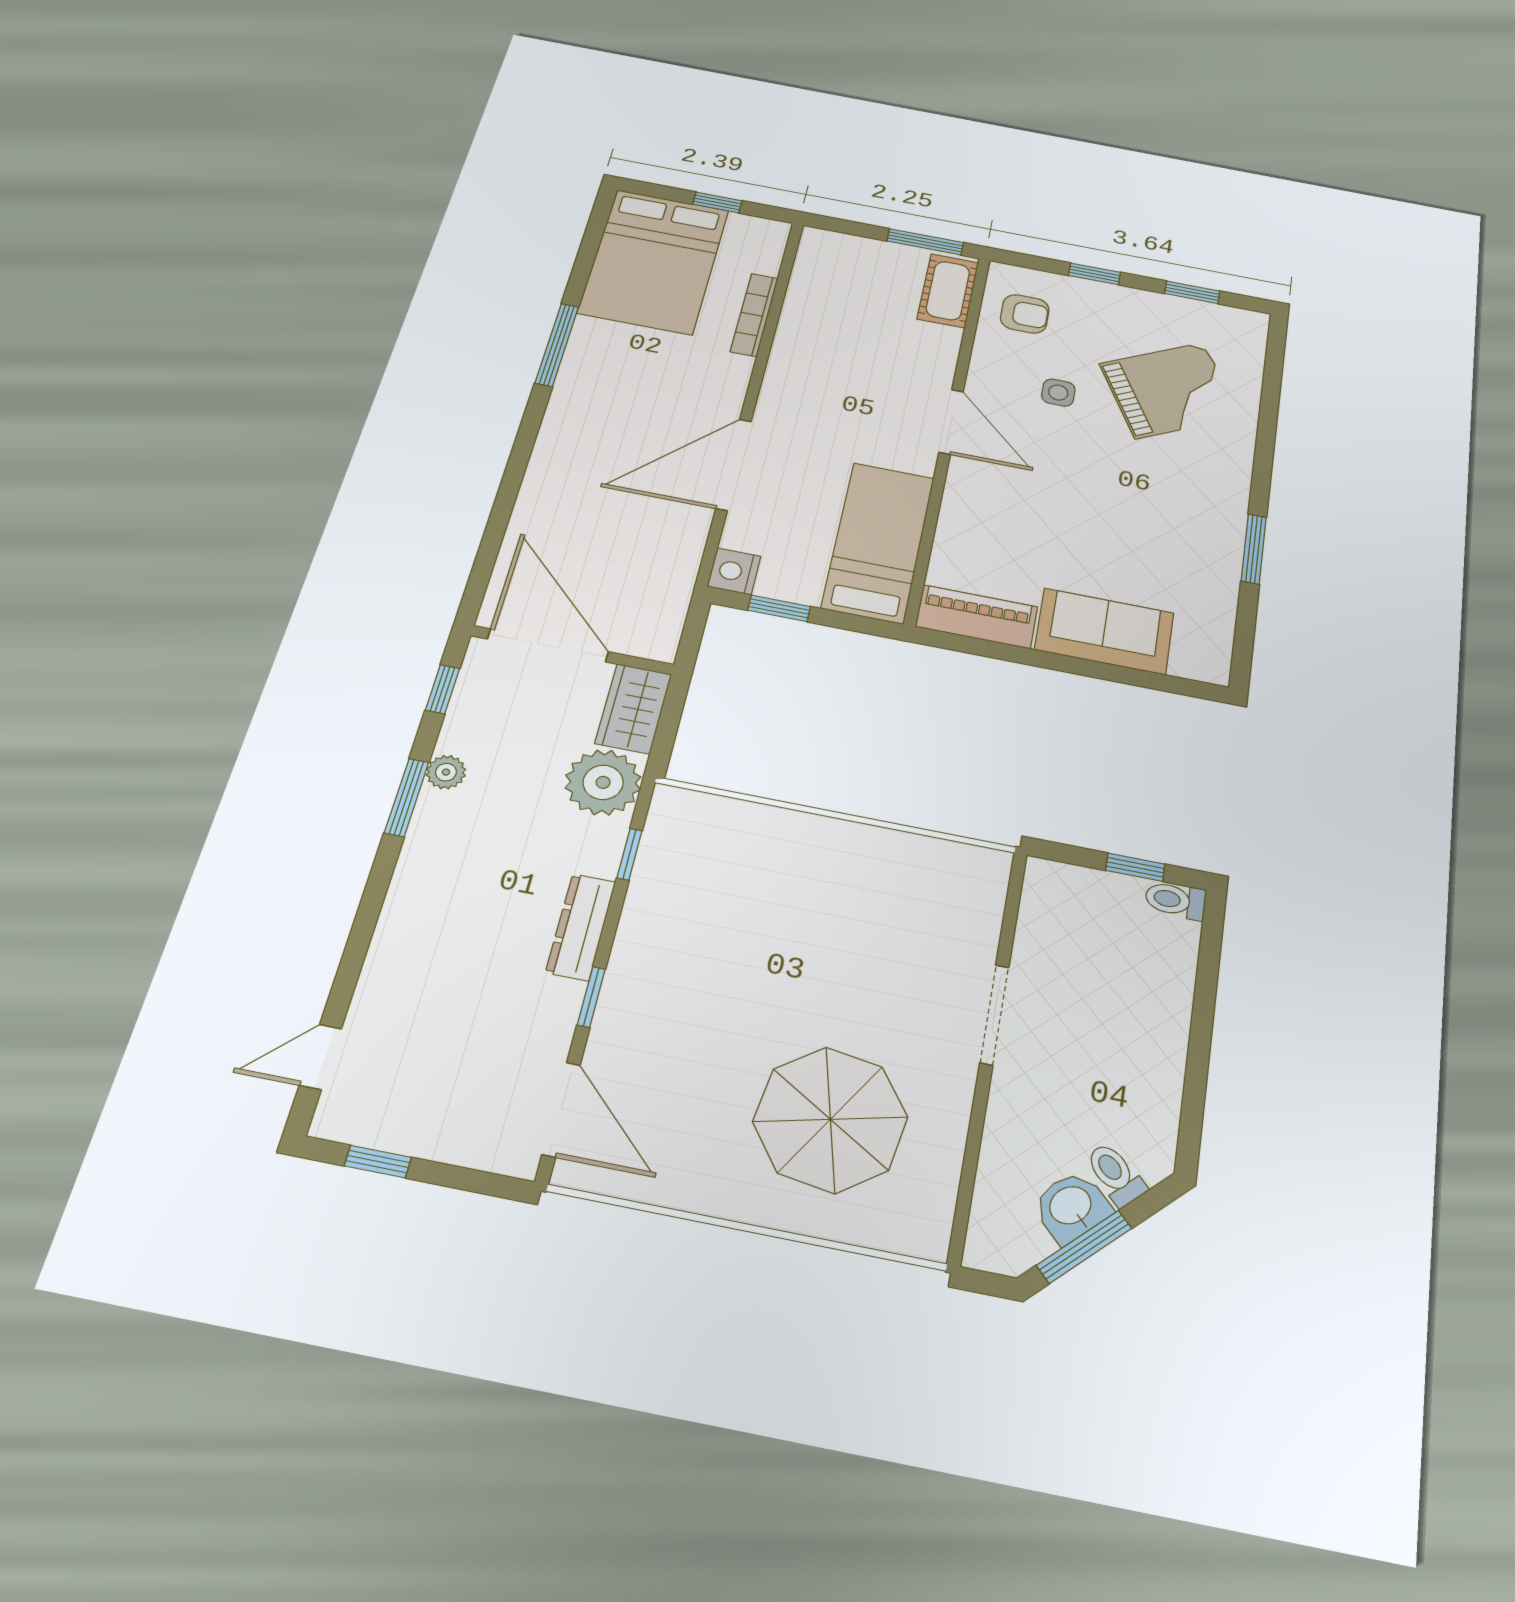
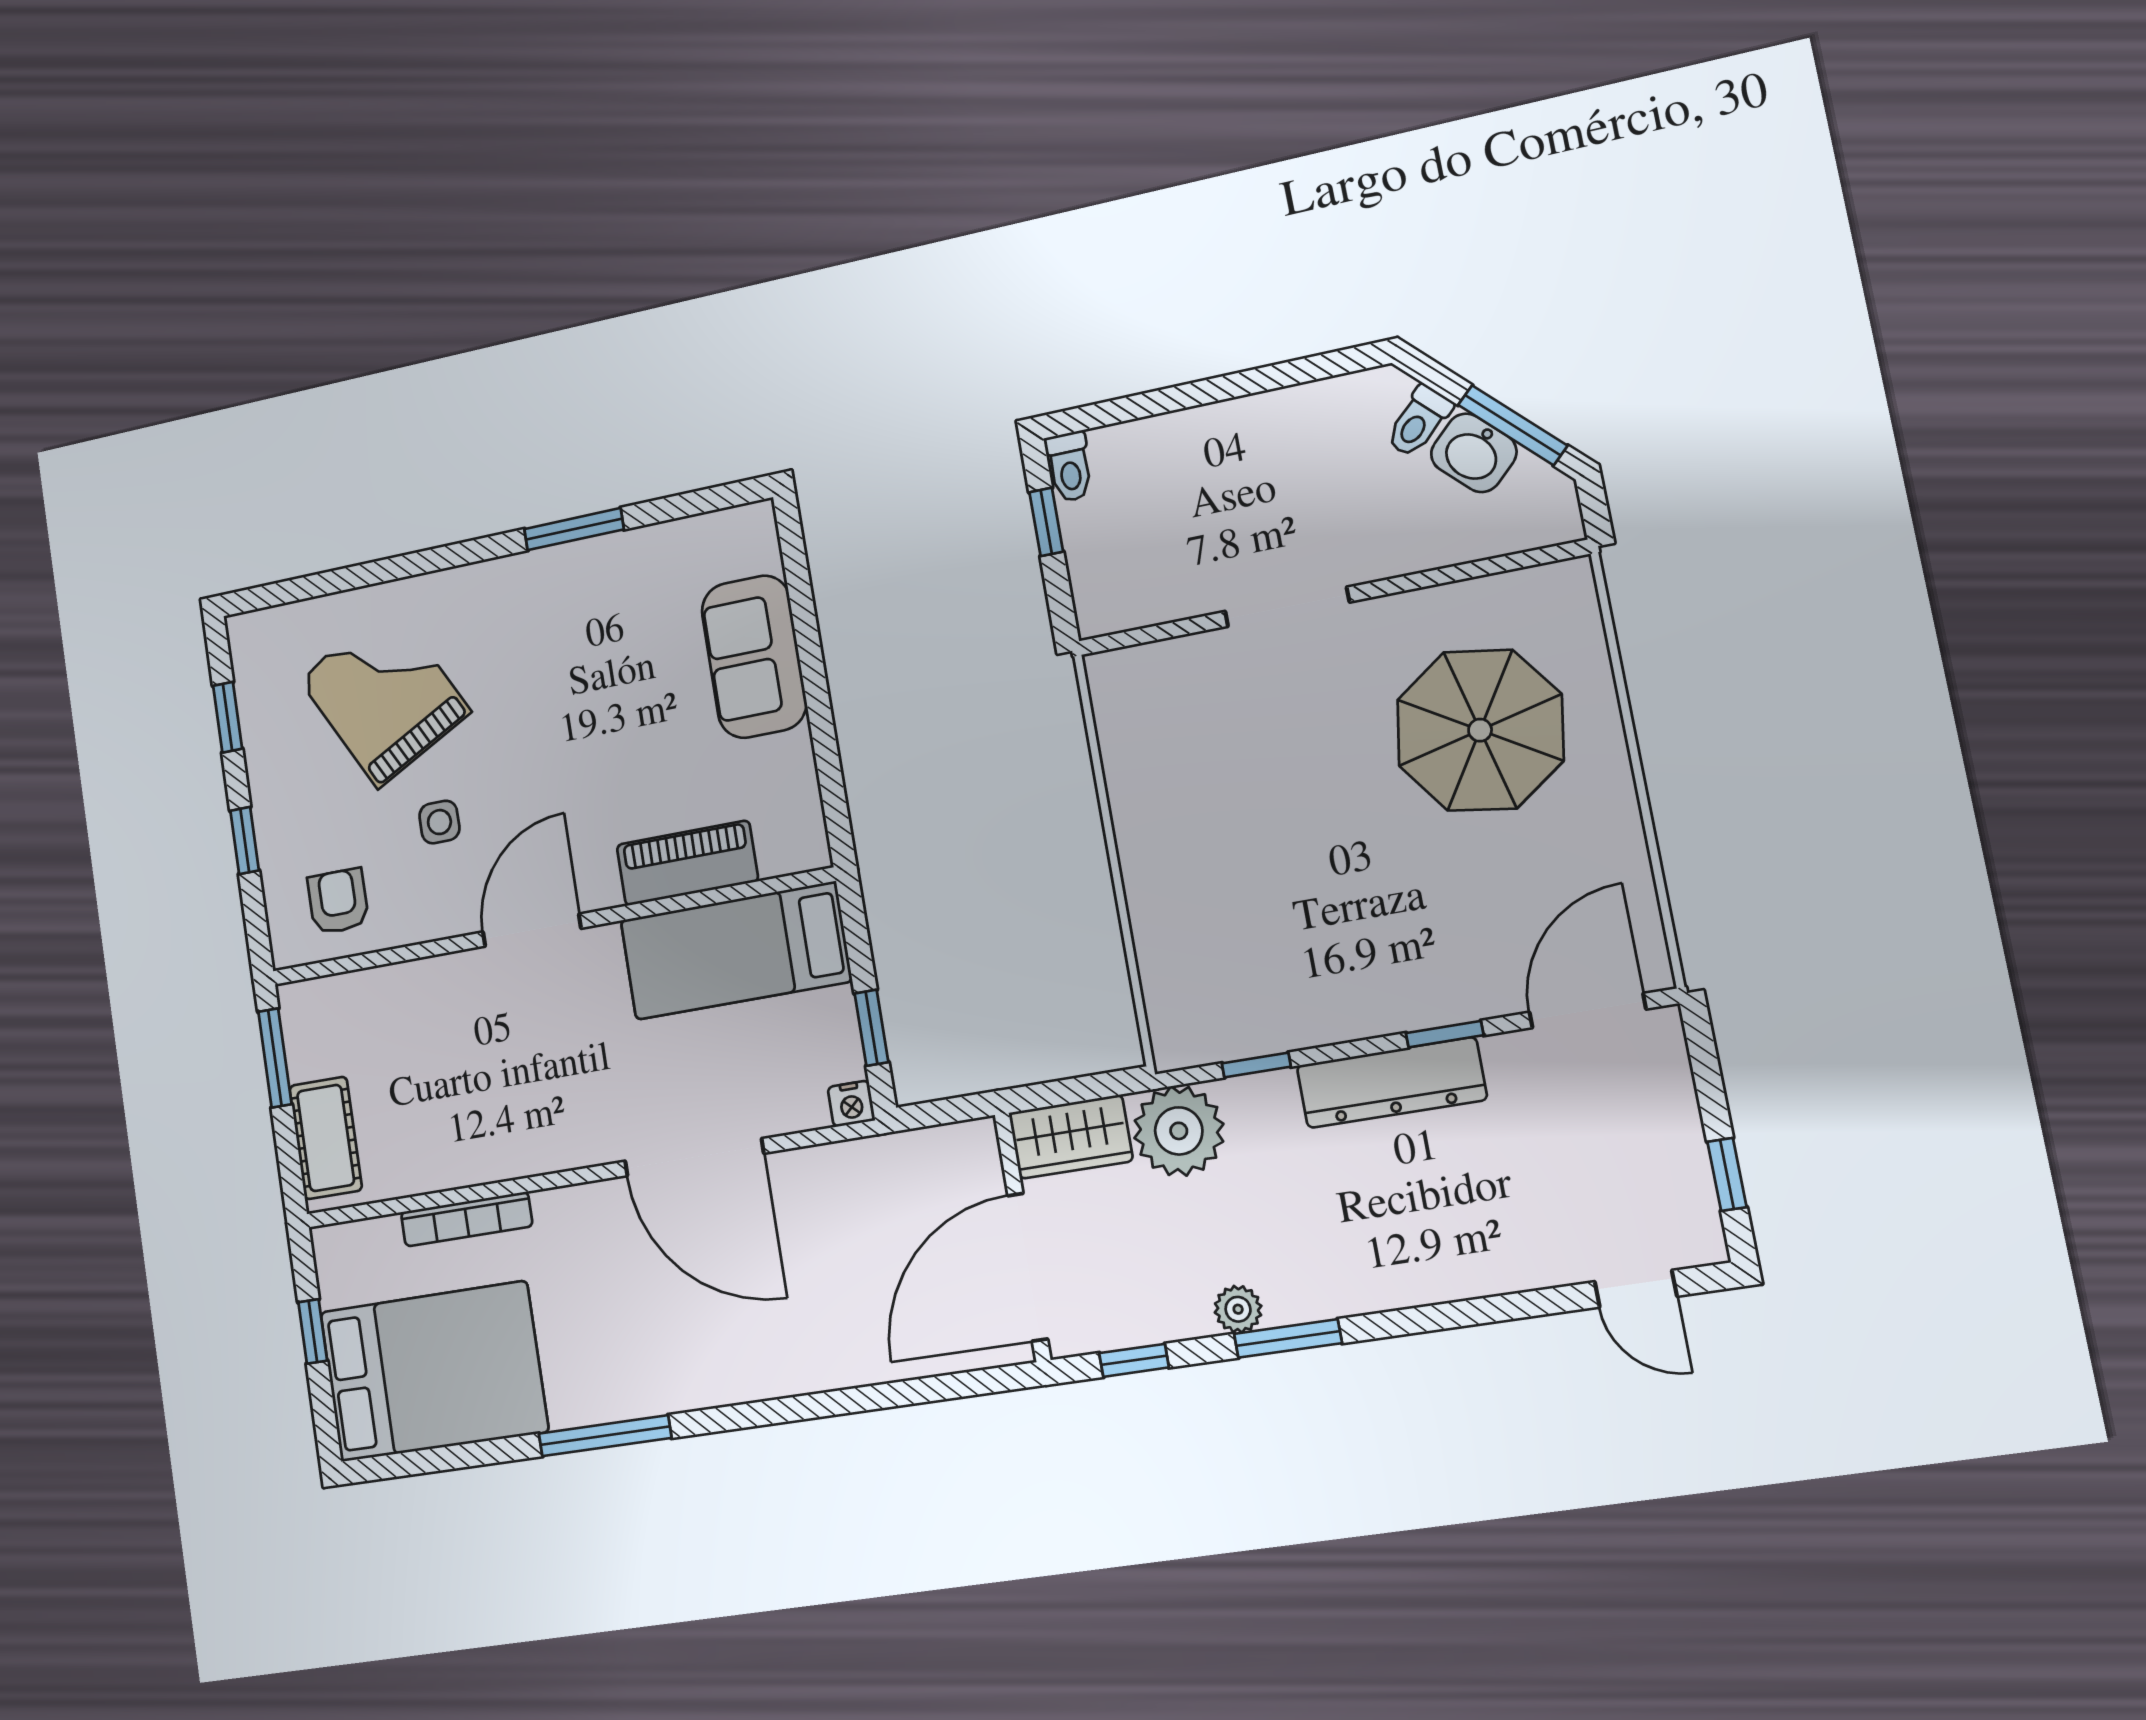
cot: (948, 291) -> (326, 1138), moved, turned 90
nightstand: (734, 571) -> (851, 1104), width x0.72, depth x0.74
piano: (977, 617) -> (687, 863), moved, turned 90
dresser: (581, 927) -> (1391, 1083), width x1.37, depth x1.24

